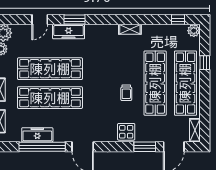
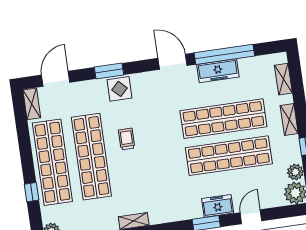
freezer: (69, 32) -> (218, 206), width x0.71
freezer: (37, 135) -> (218, 71), moved
window: (145, 147) -> (109, 71), moved

